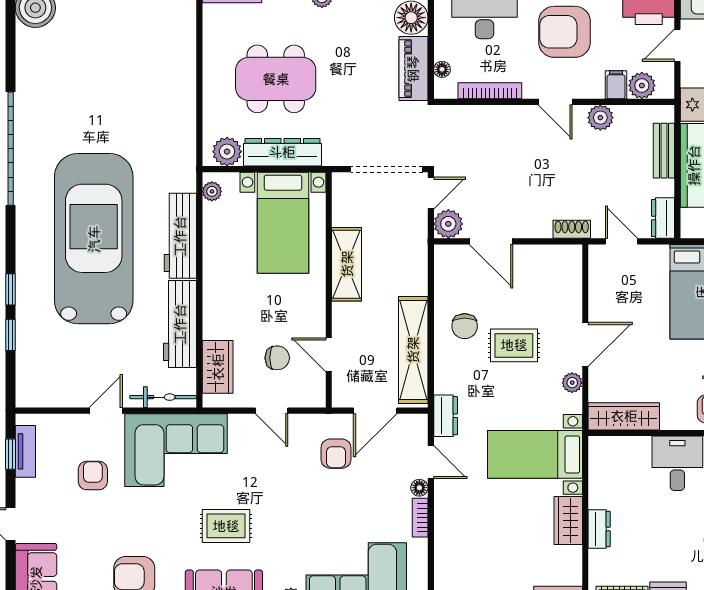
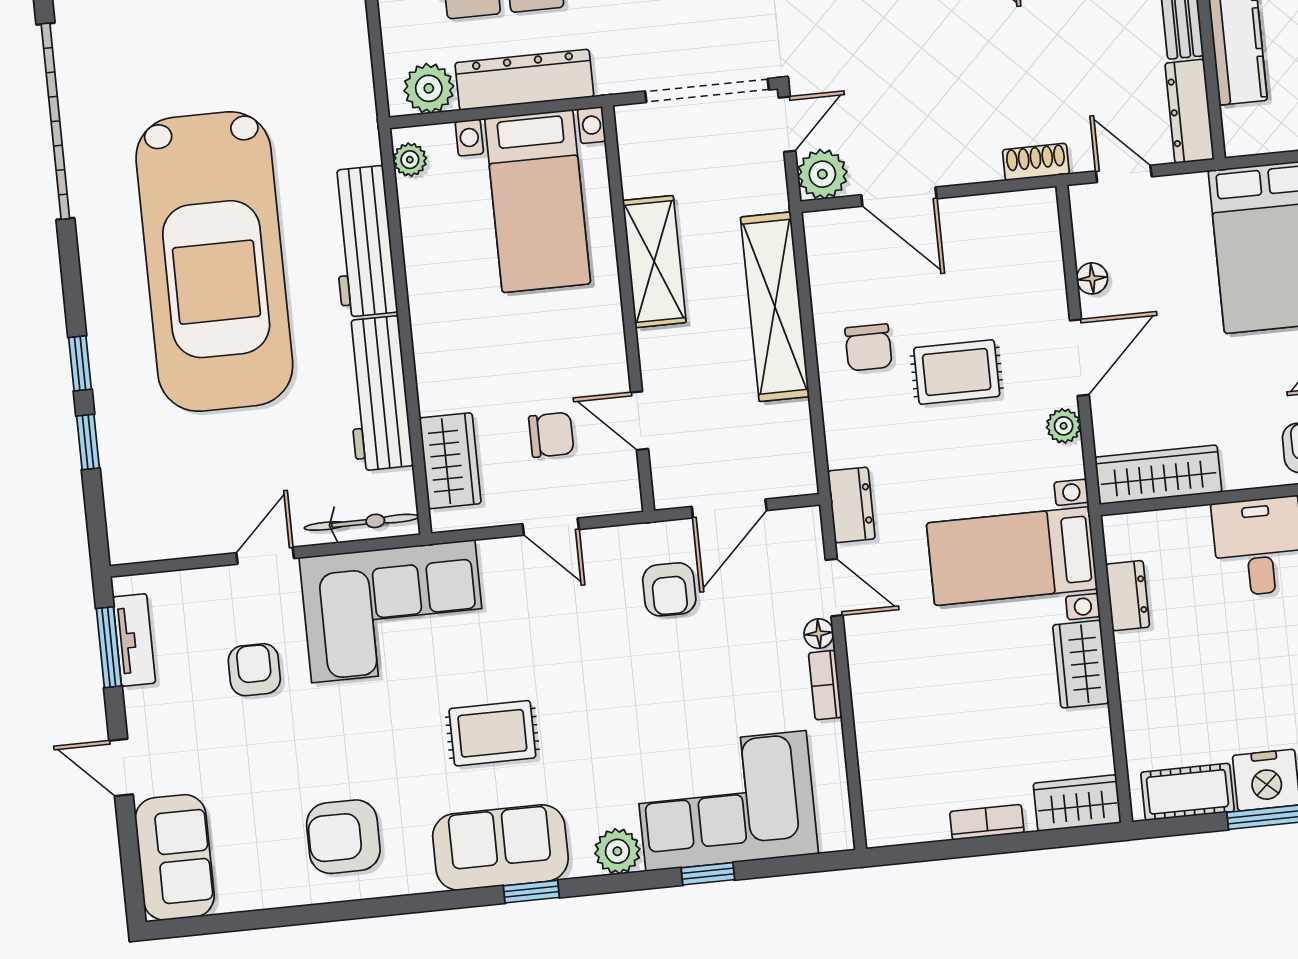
dresser: (663, 218) -> (1190, 111), width x1.44
car: (94, 239) -> (214, 262), turned 180
floor lamp: (597, 300) -> (1092, 278), added
shelving: (413, 350) -> (775, 307), moved
window: (11, 454) -> (109, 647), width x1.50
dresser: (599, 529) -> (1128, 596), moved

